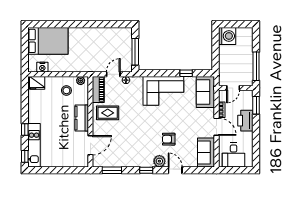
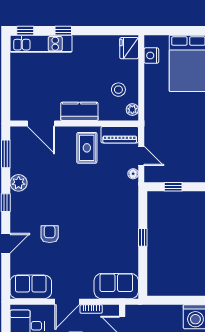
window: (135, 52) -> (173, 187), width x0.46
window: (186, 73) -> (143, 237), moved
corner sofa: (163, 91) -> (118, 227), removed
plant: (159, 161) -> (19, 183), moved

